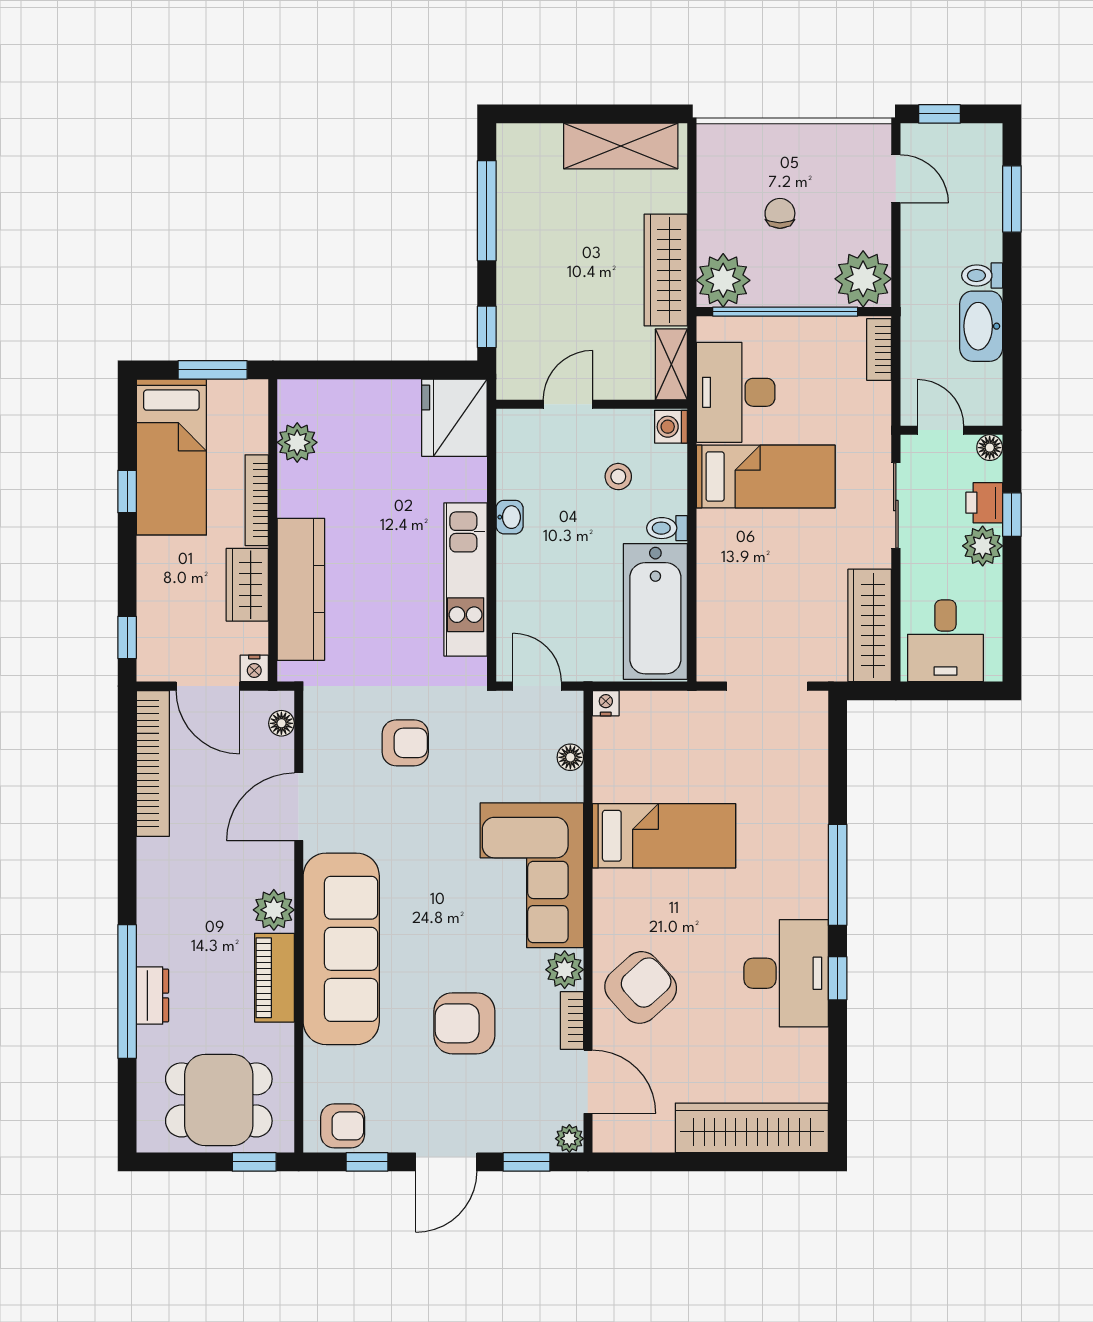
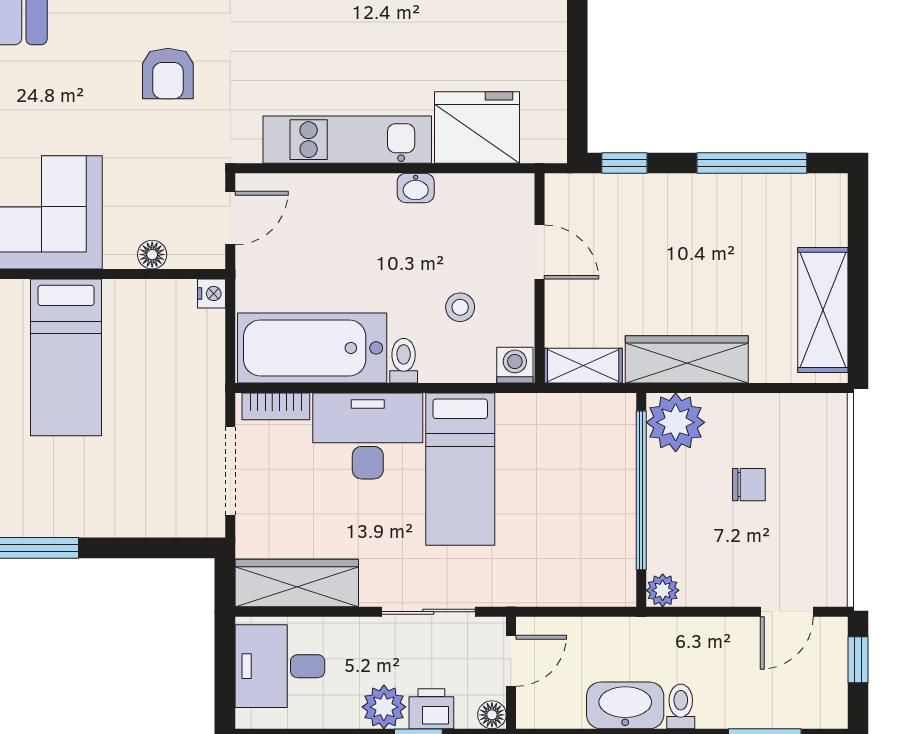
plant: (863, 279) -> (663, 590), width x0.53, depth x0.53
bookcase: (879, 350) -> (276, 406), moved, turned 180
desk: (736, 392) -> (368, 436), moved
fridge: (454, 418) -> (477, 127), moved

